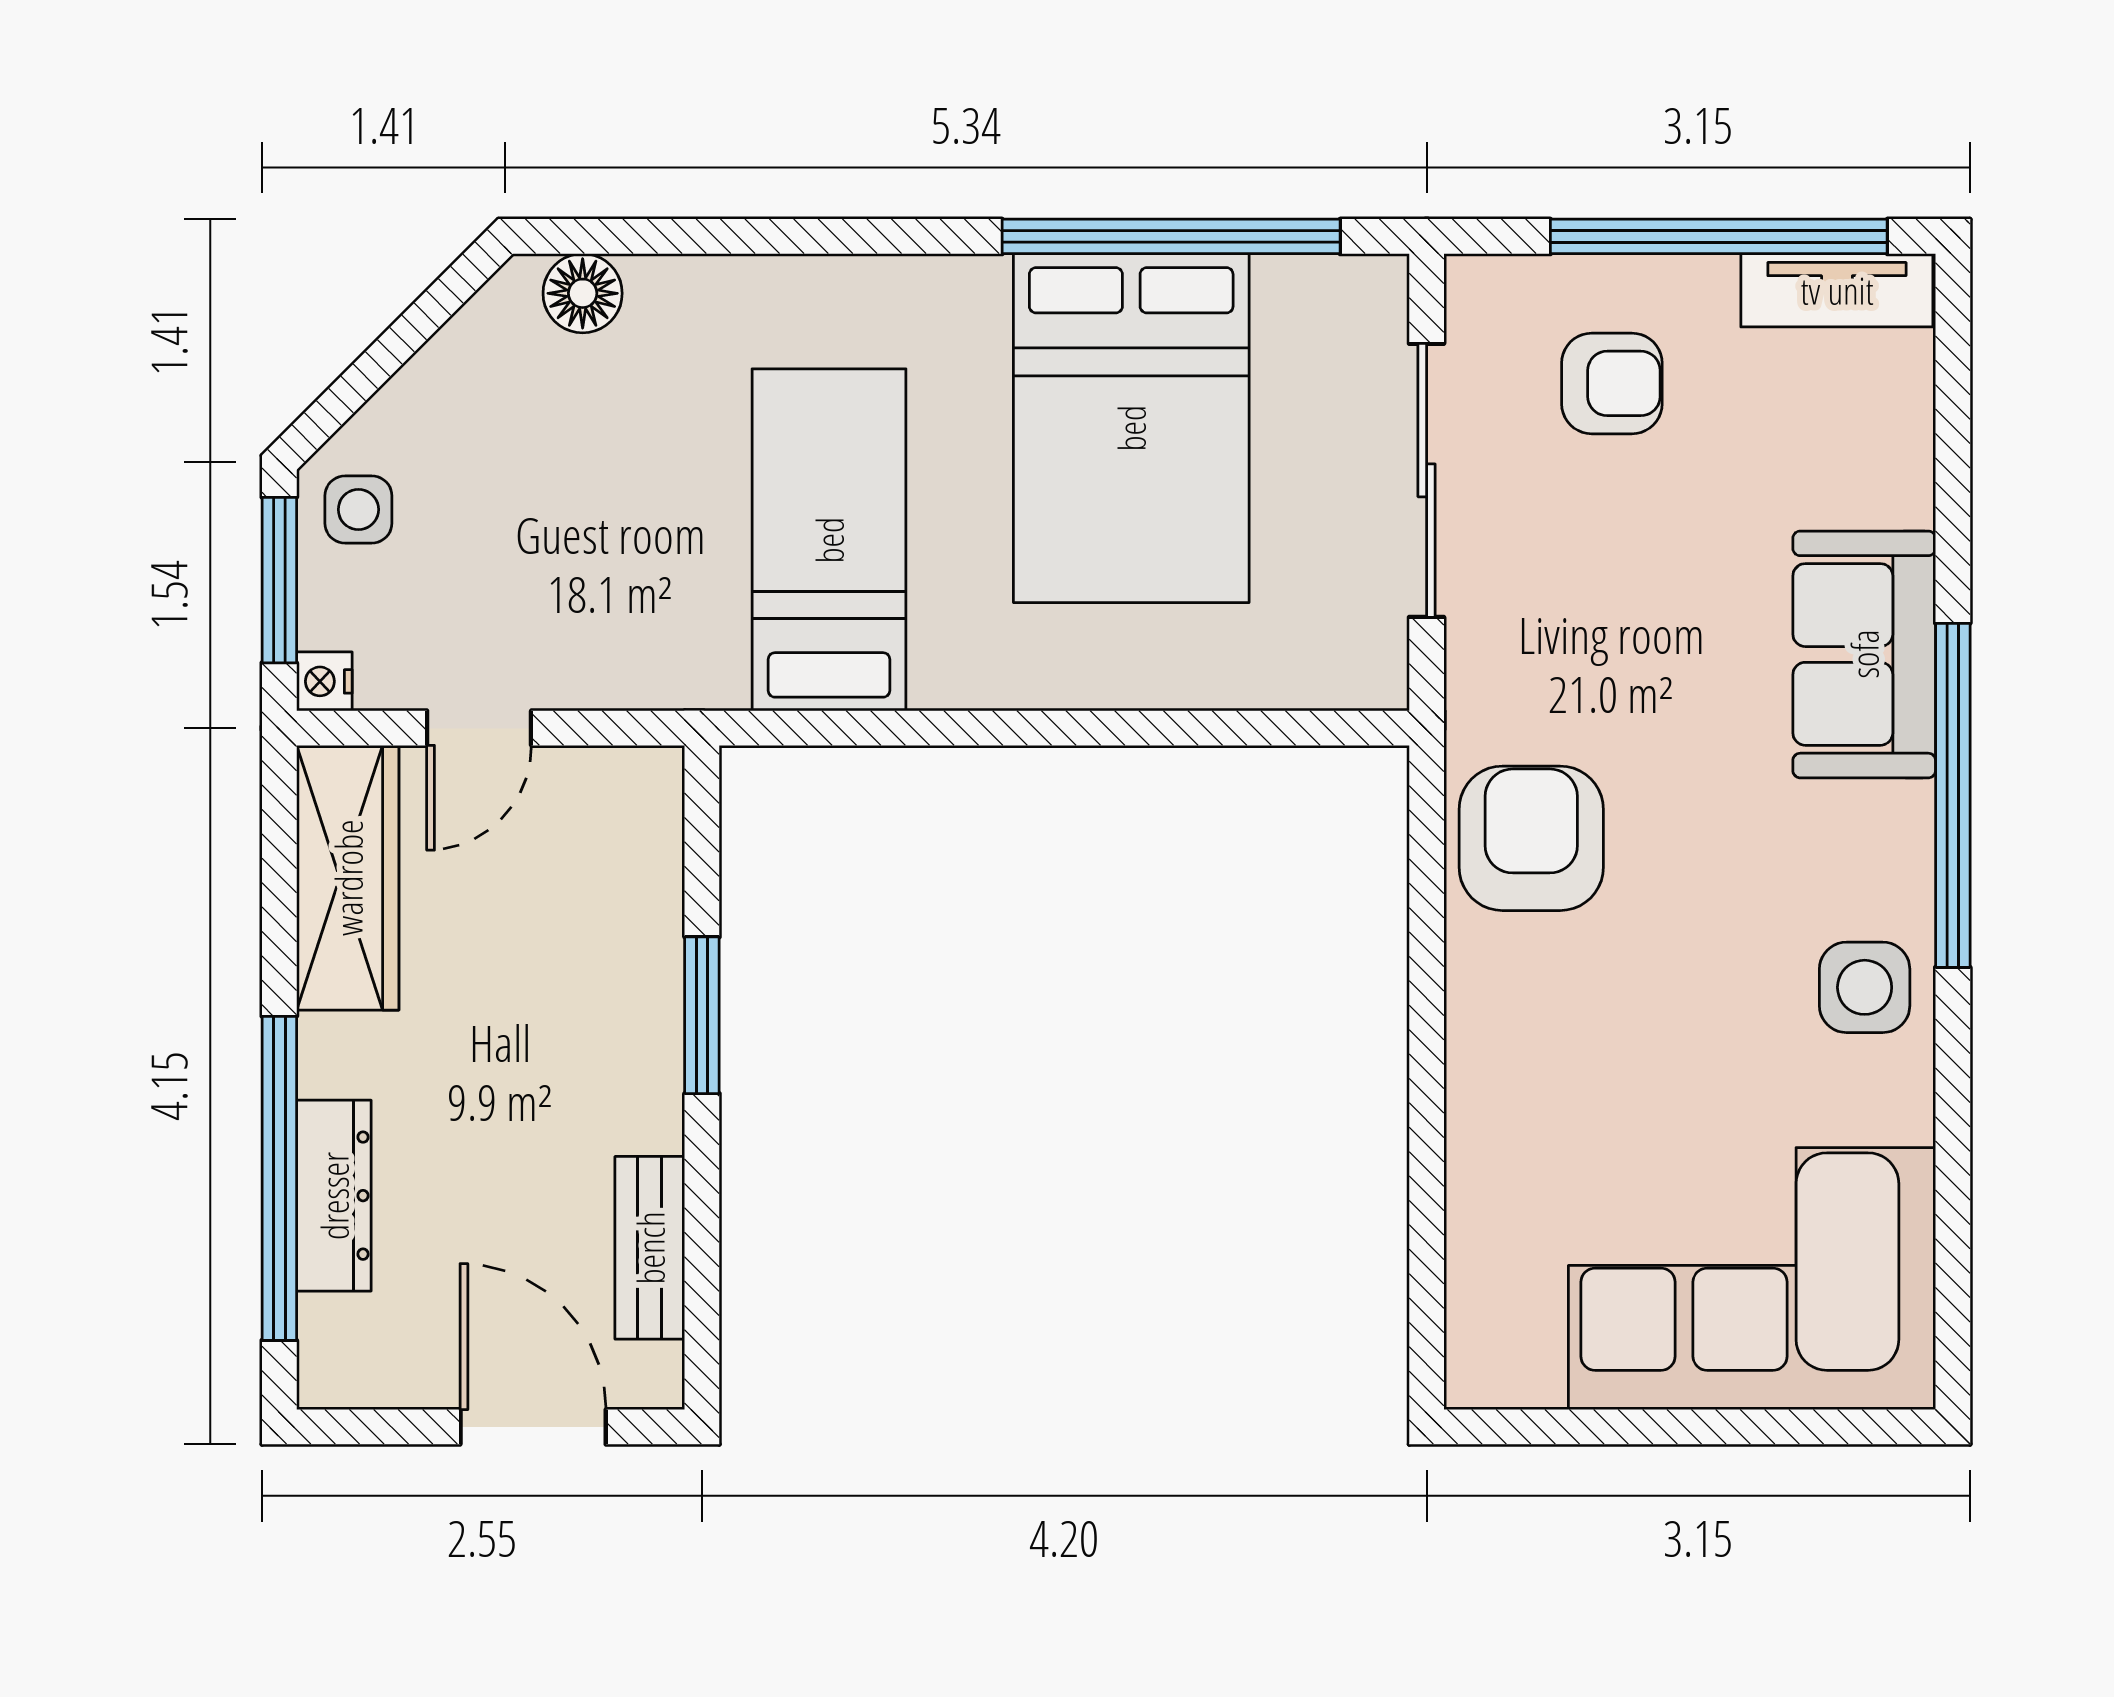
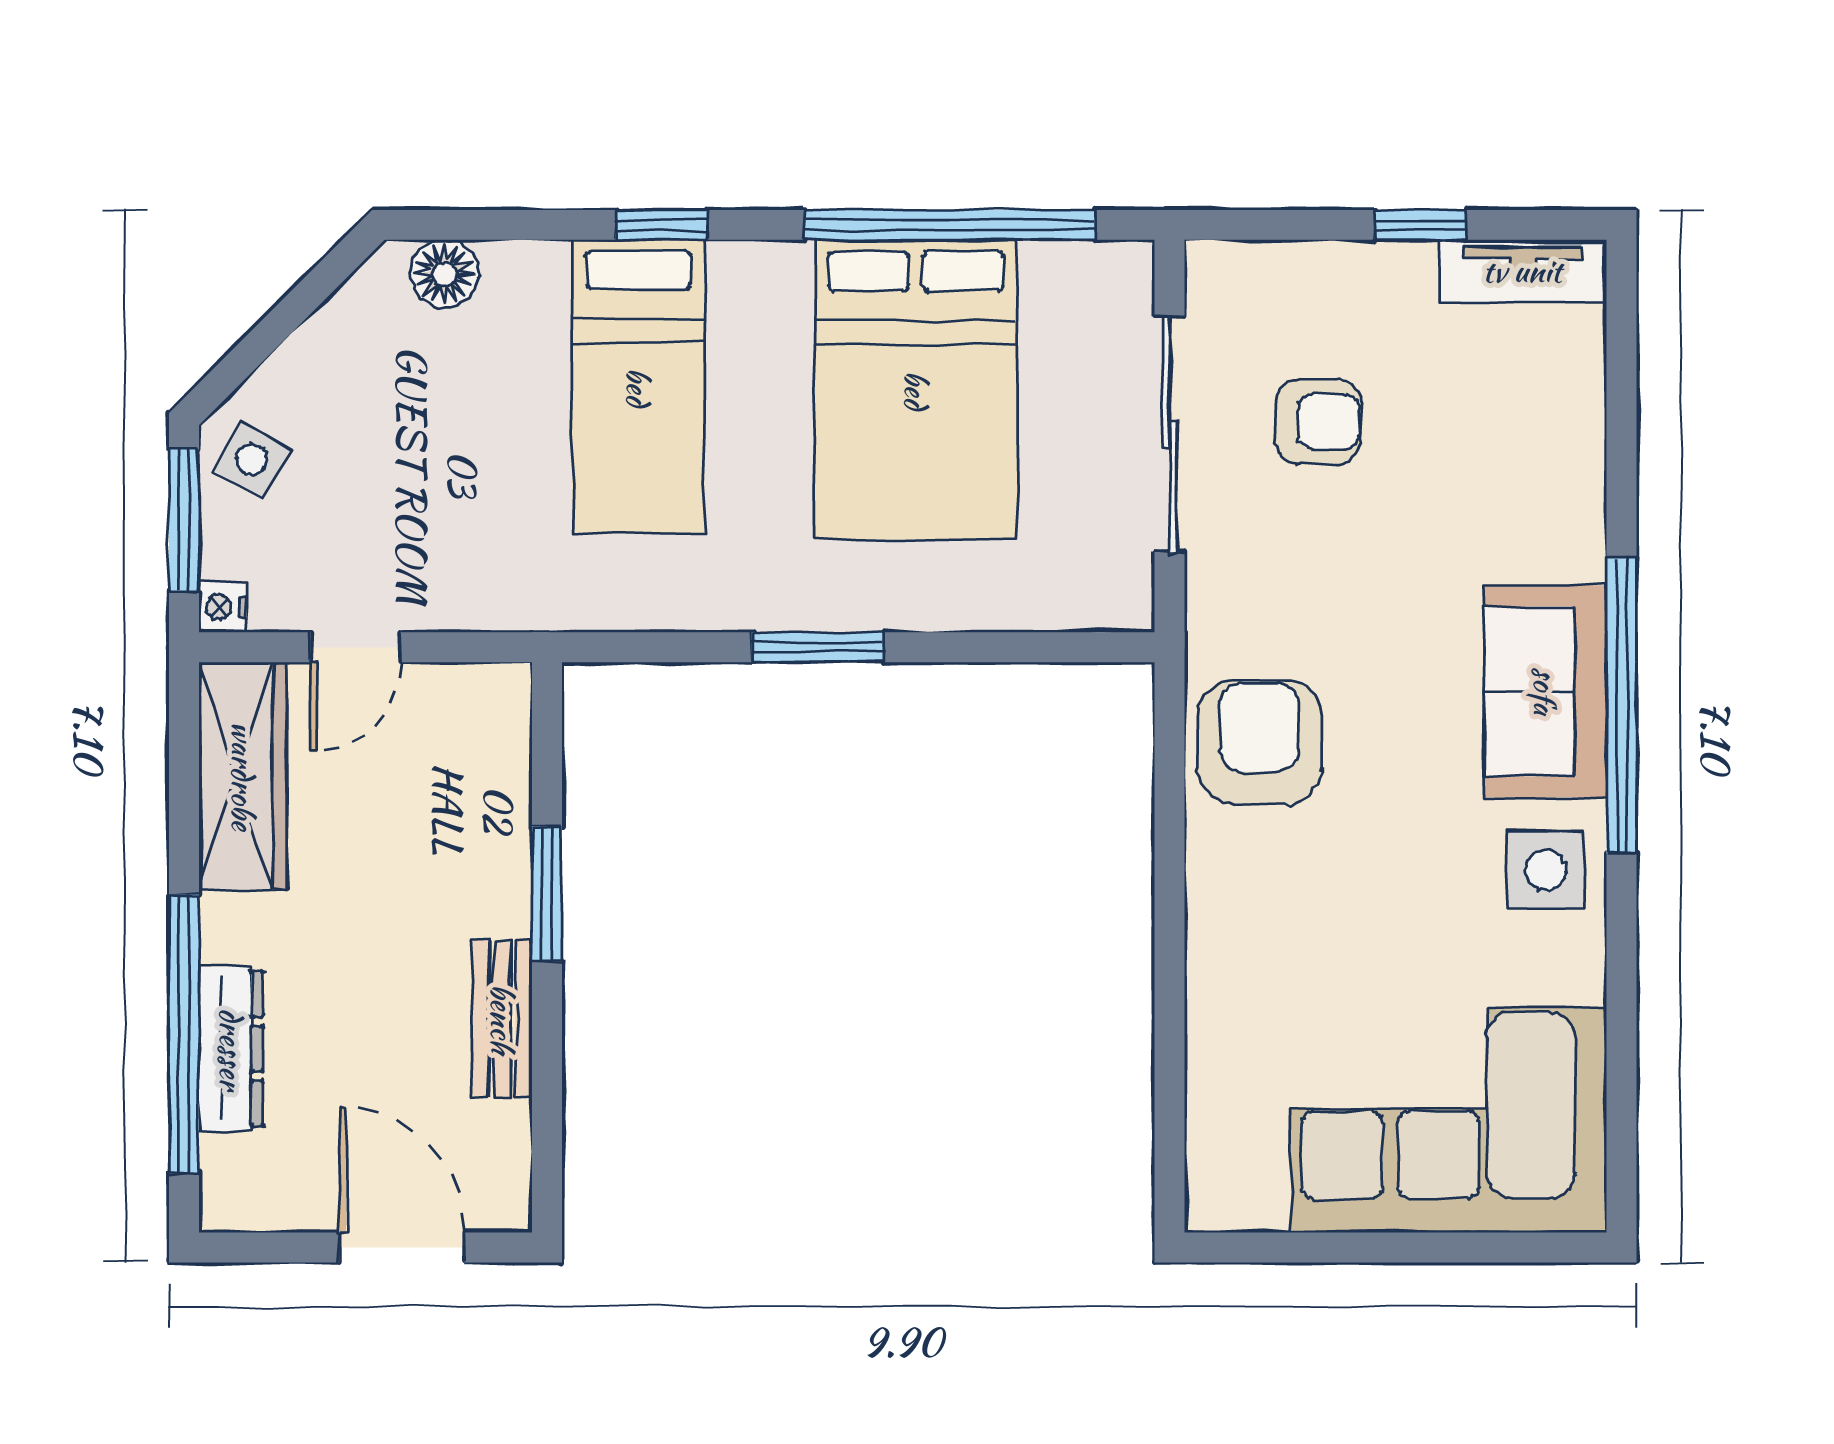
window: (835, 236) -> (661, 225), added
window: (1719, 236) -> (1420, 225), width x0.32
armchair: (1612, 383) -> (1318, 422), moved
side table: (358, 510) -> (252, 459), turned 30
bed: (829, 540) -> (638, 387), moved, turned 180
sofa: (1864, 654) -> (1545, 691), moved
window: (1017, 728) -> (818, 647), added
bench: (650, 1248) -> (502, 1019), moved

